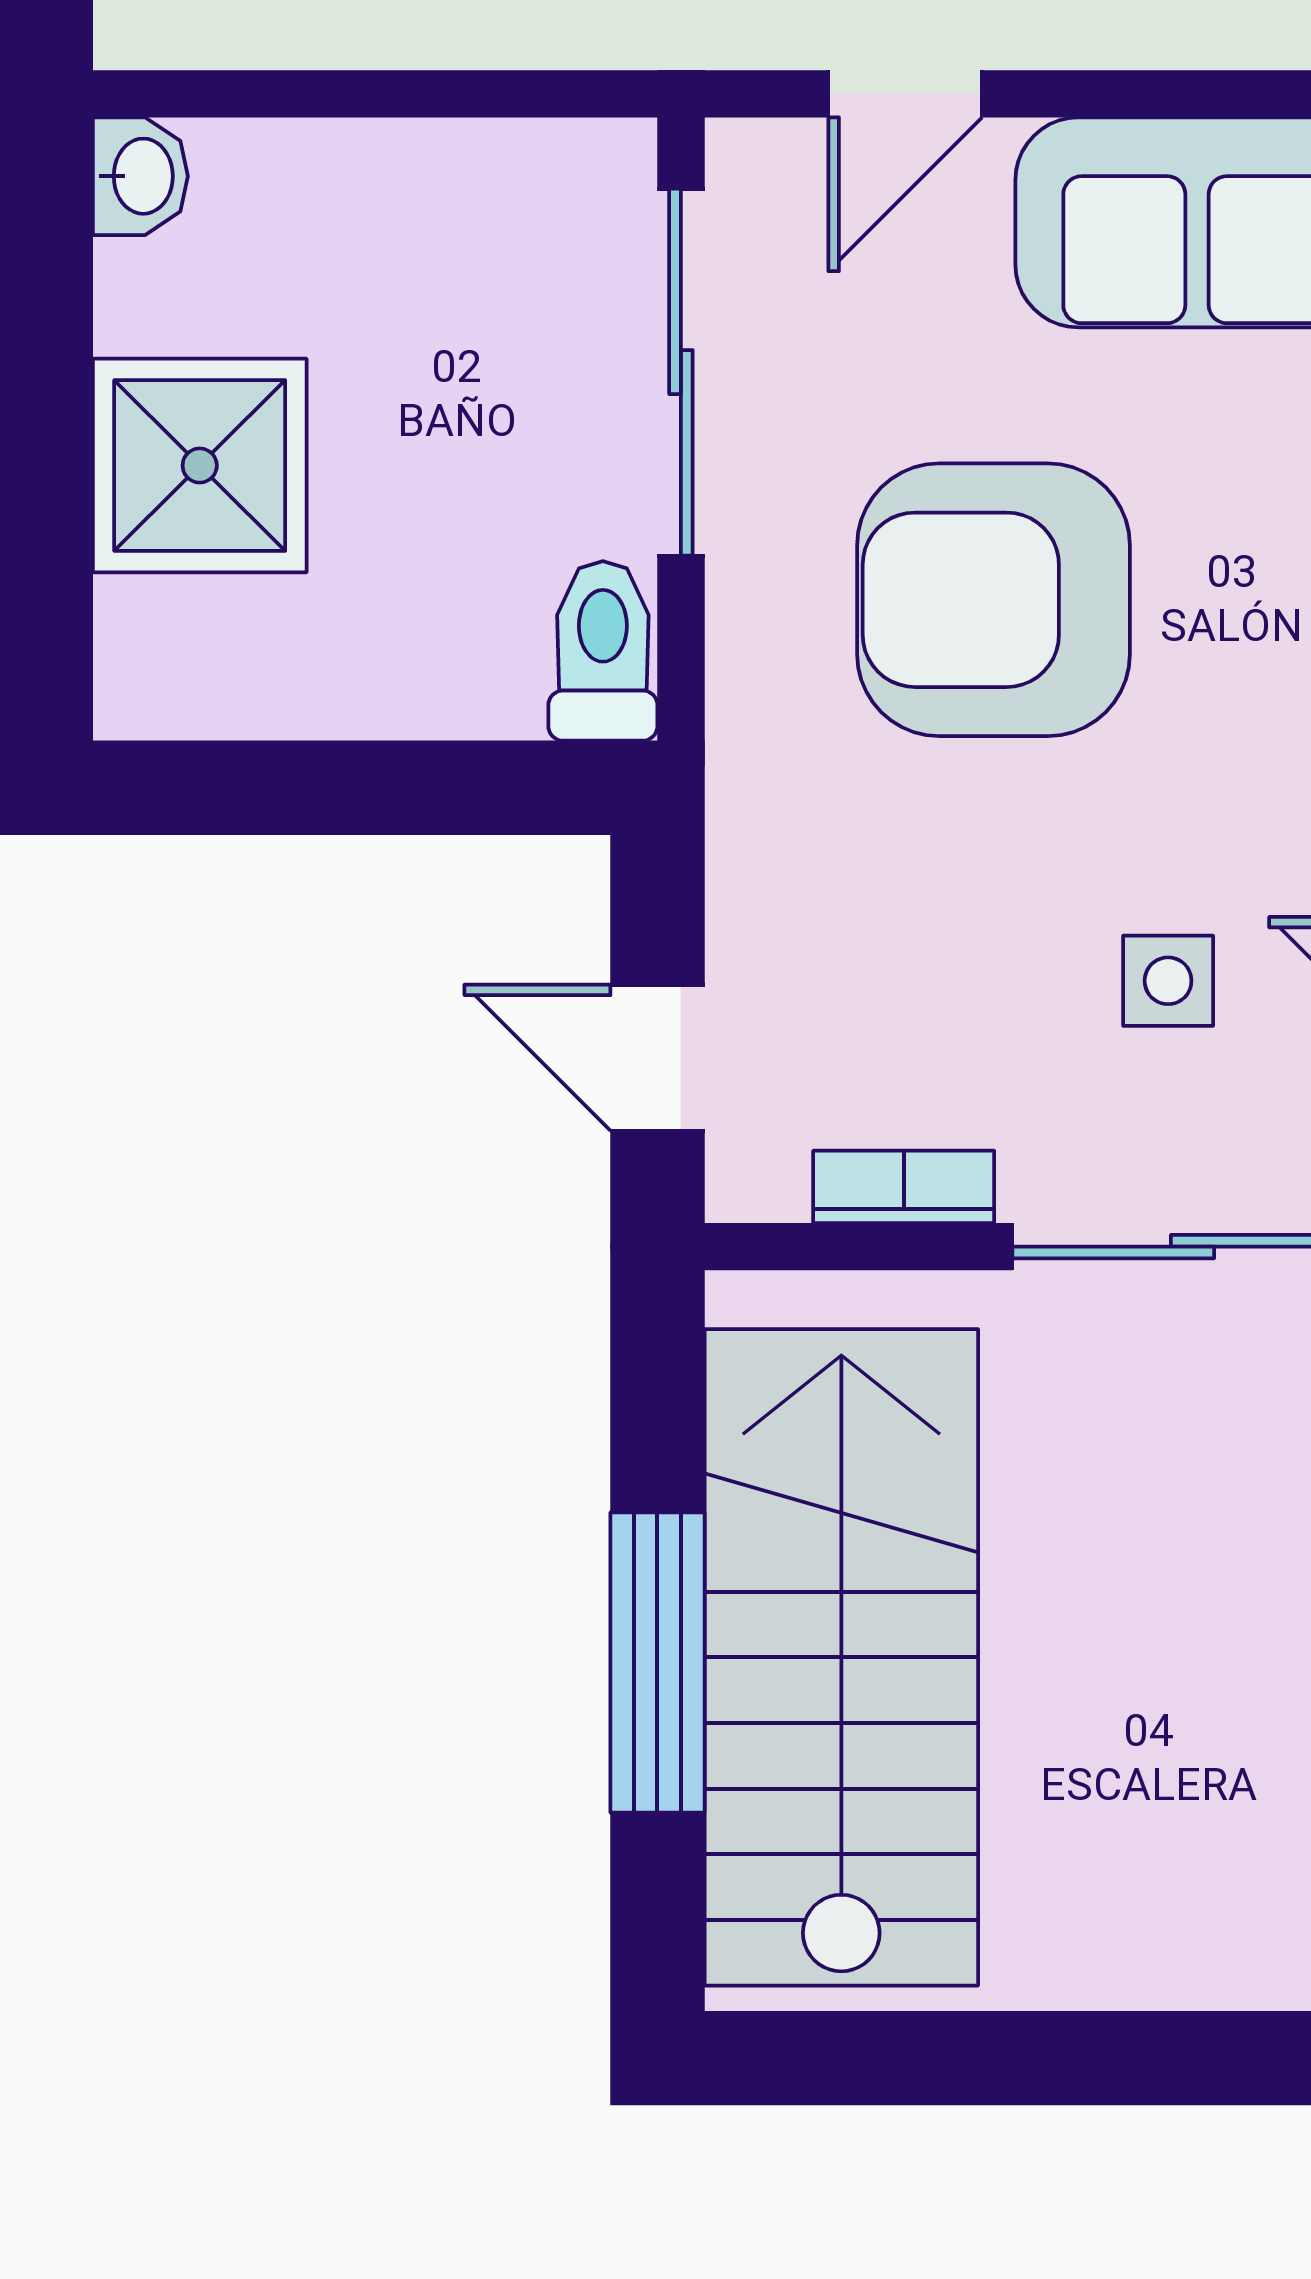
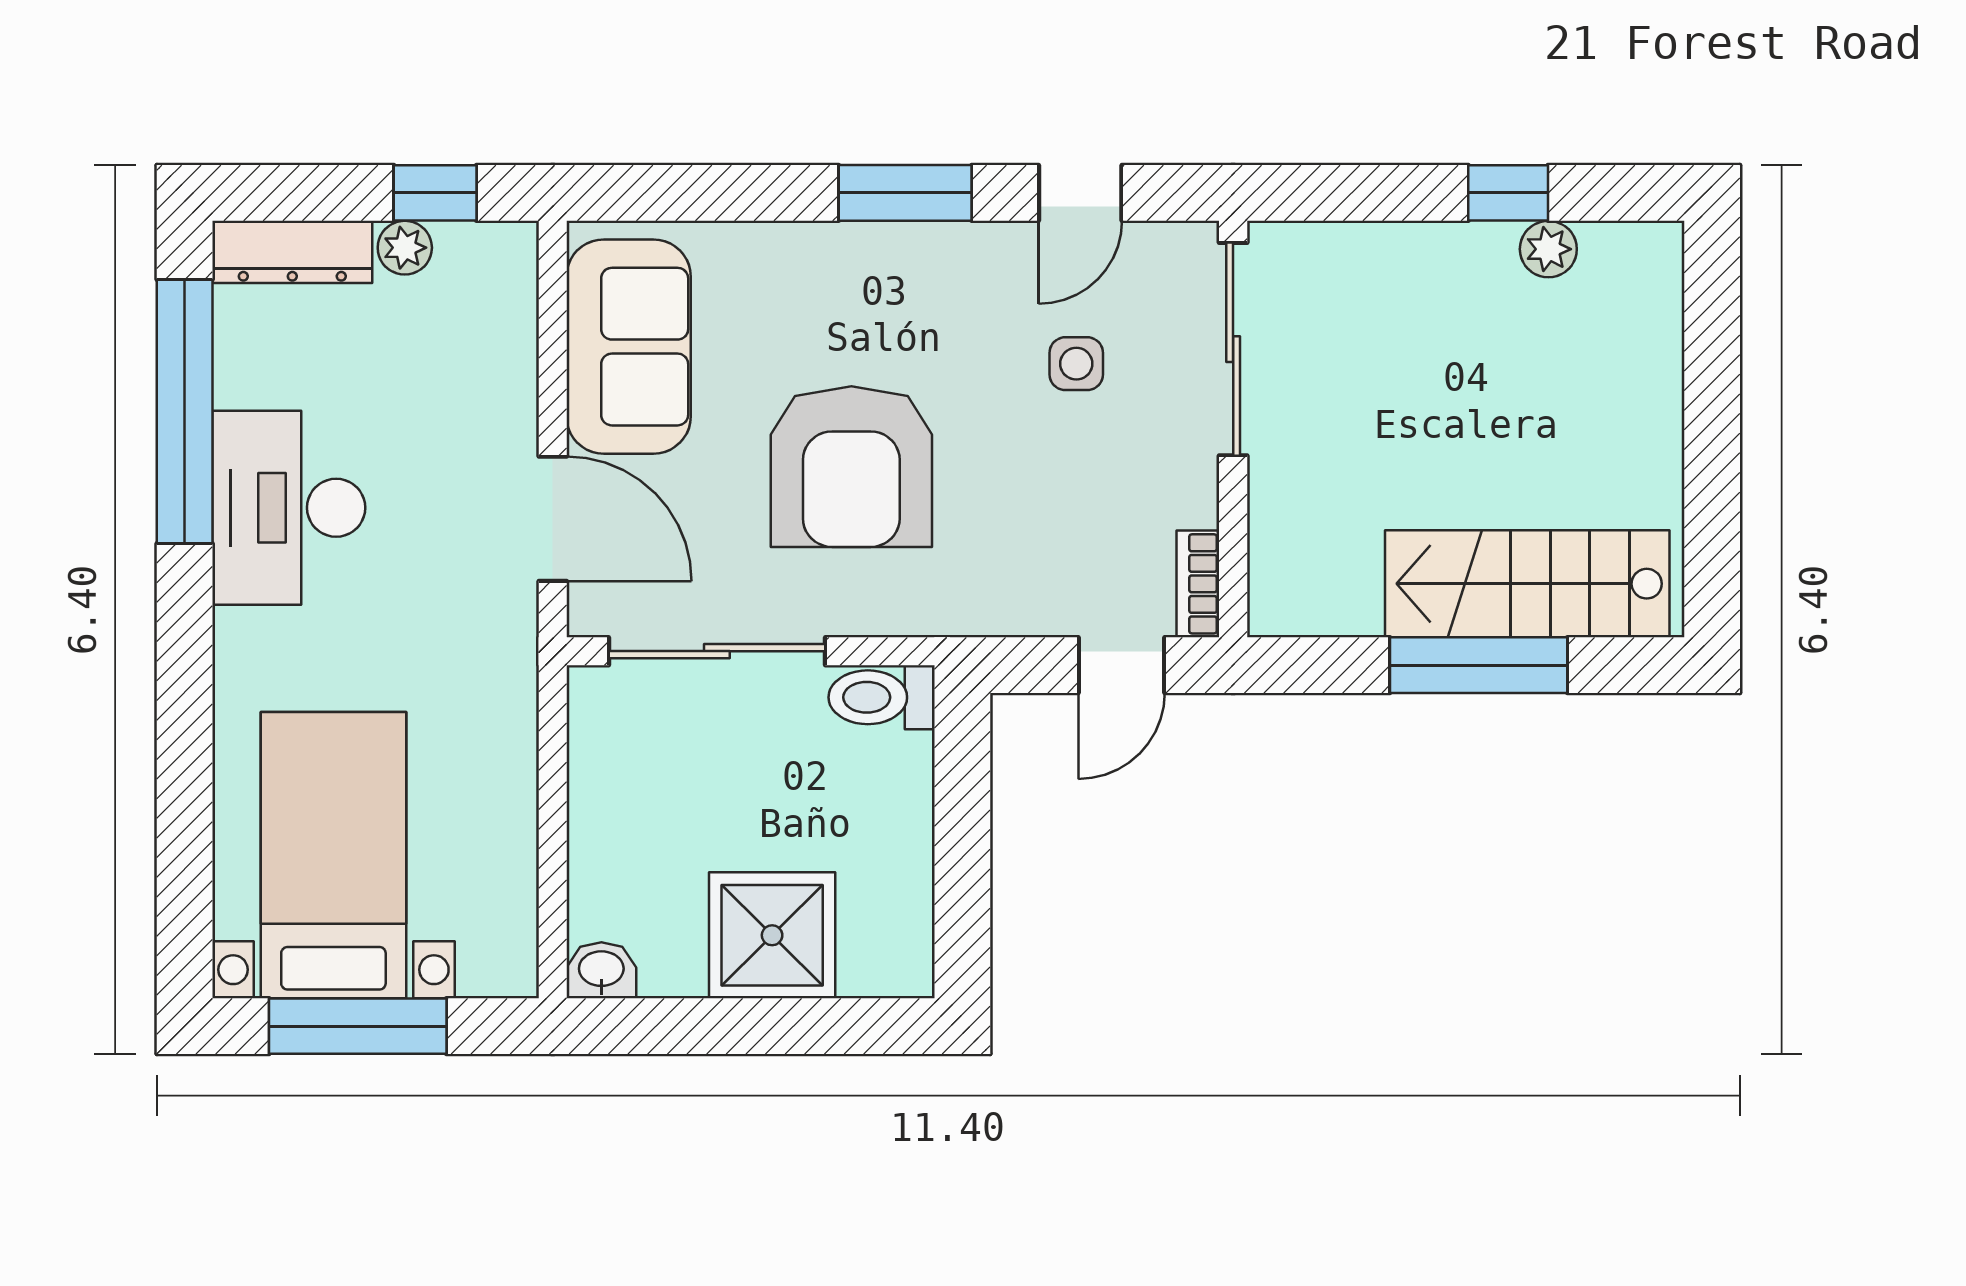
door: (905, 94) -> (553, 519), width x1.38
bookcase: (904, 1187) -> (1198, 584), moved
stairs: (841, 1657) -> (1527, 584), width x0.73, depth x0.66

